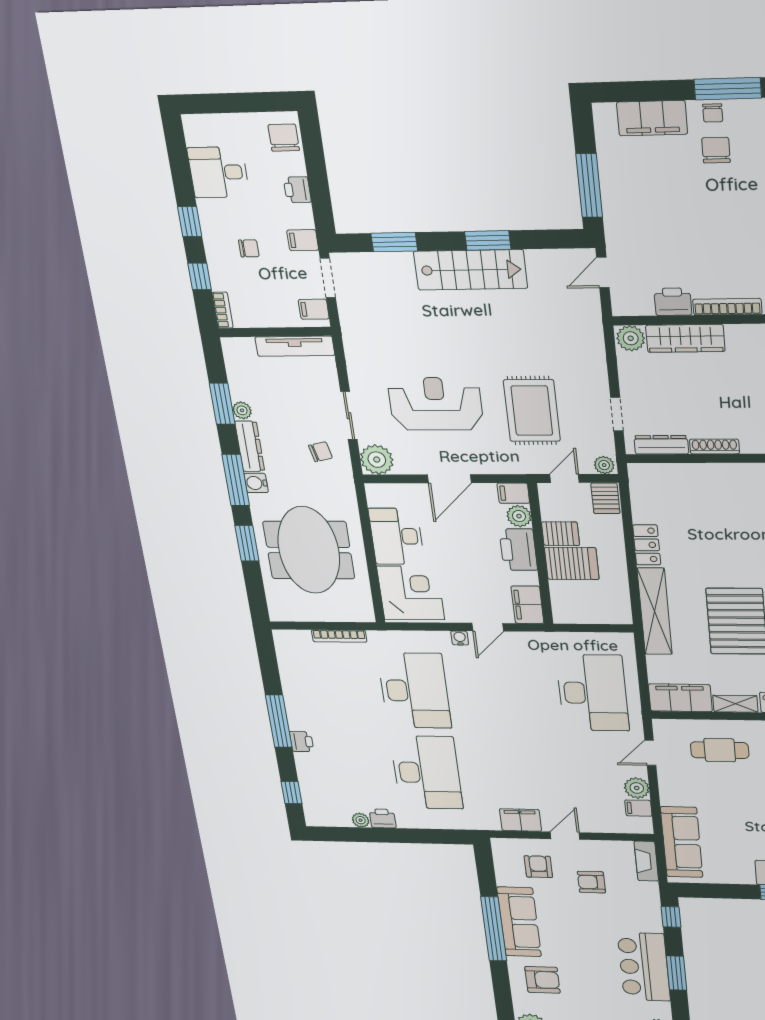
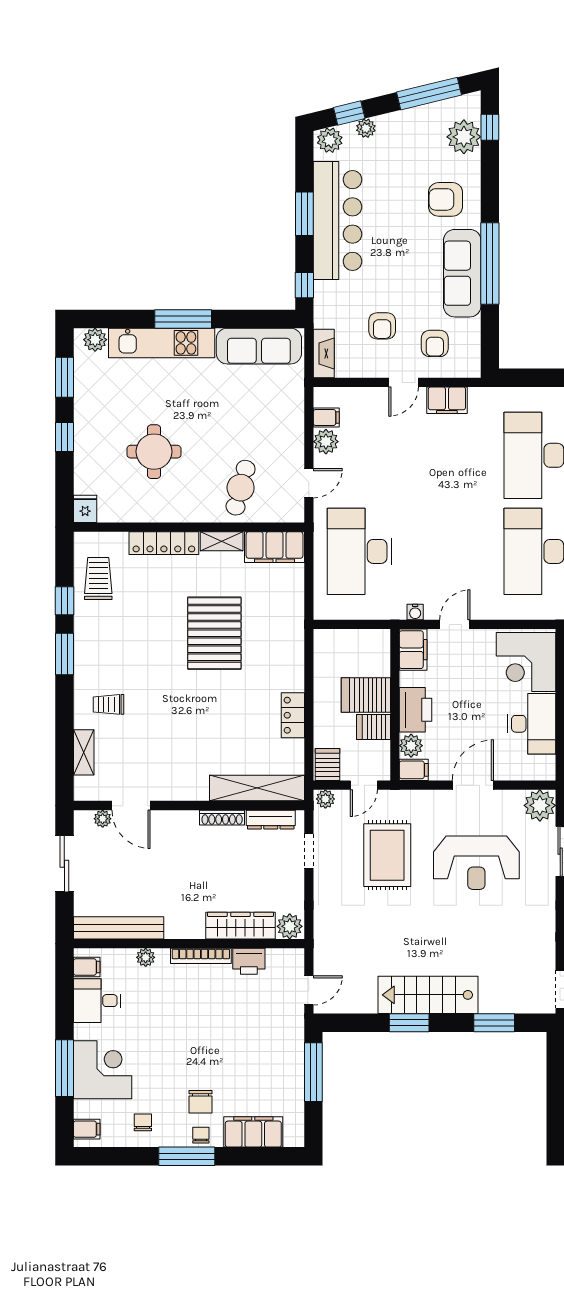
shelving: (655, 611) -> (257, 788), moved, turned 90
water cooler: (460, 638) -> (415, 612), moved
cafe table: (720, 750) -> (241, 488), turned -75
sofa: (682, 842) -> (259, 346), moved, turned -90
armchair: (591, 882) -> (382, 326), turned 90
bar counter: (644, 967) -> (338, 220), width x1.36

